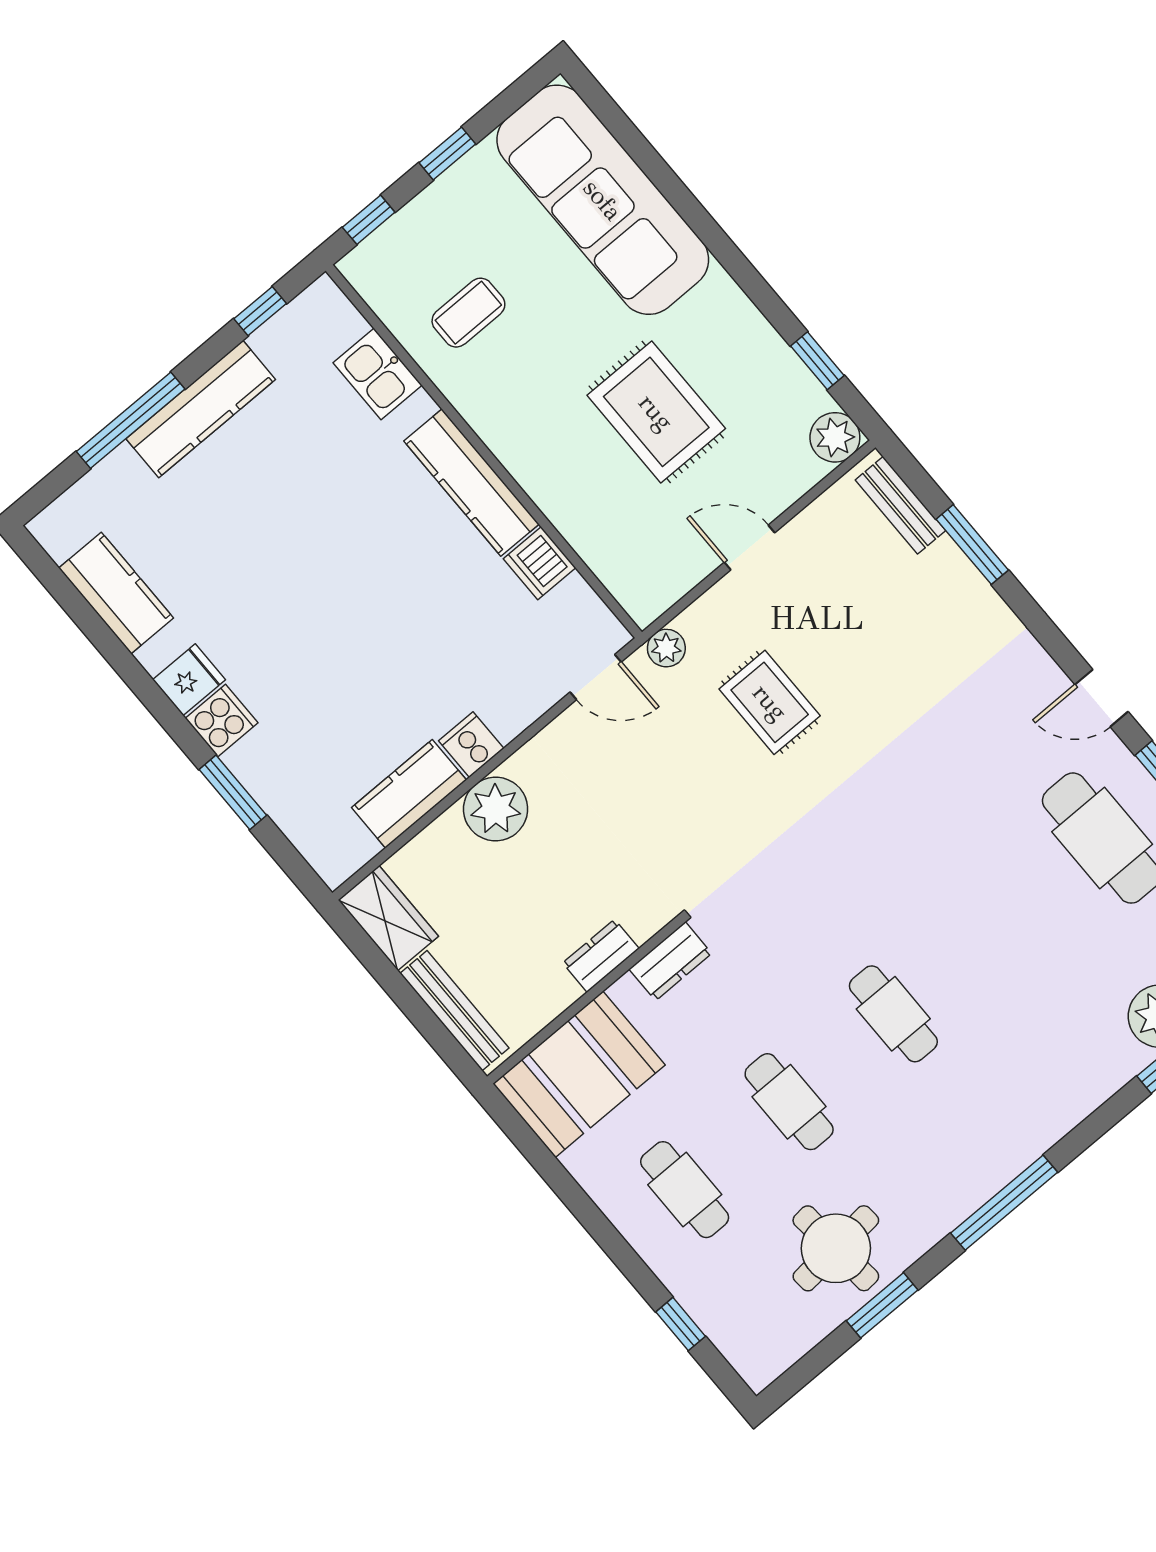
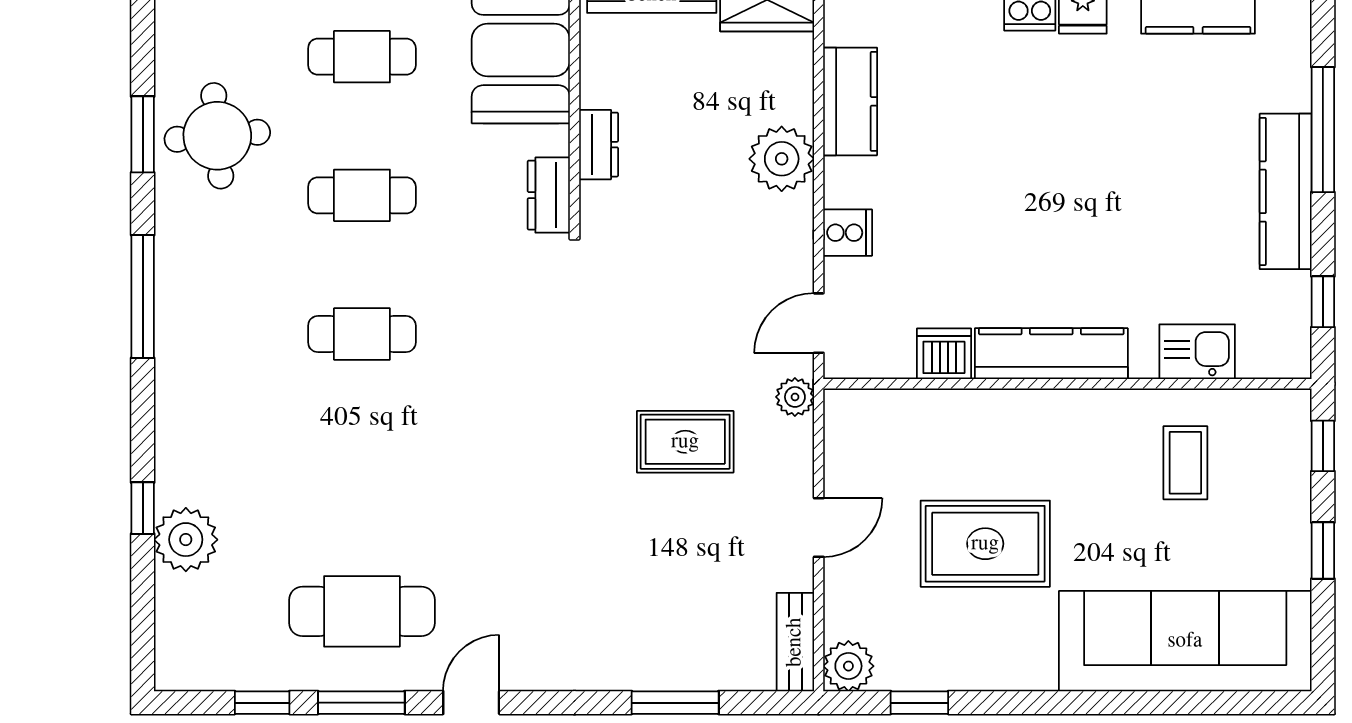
bench: (900, 505) -> (795, 642), moved, turned 90
cooker: (471, 745) -> (848, 233), moved

